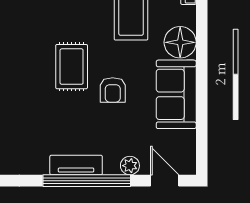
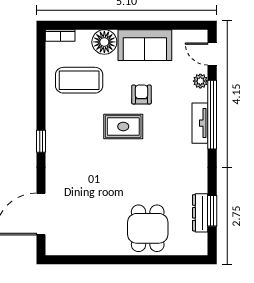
armchair: (113, 90) -> (141, 94), turned -90
door: (165, 181) -> (212, 54), hinge flipped

